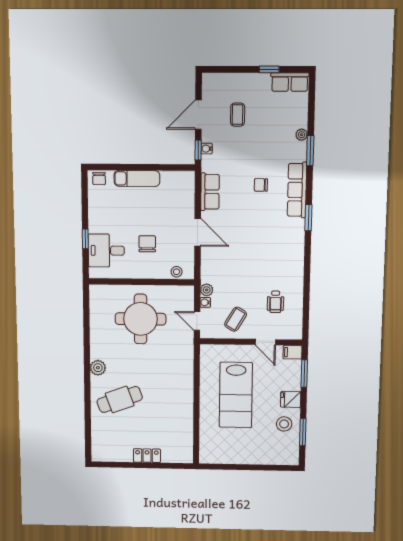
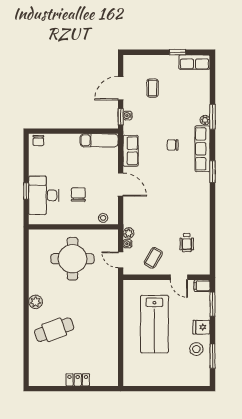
plant: (302, 135) -> (205, 120), moved
exam couch: (137, 178) -> (99, 140), moved
desk: (106, 251) -> (44, 195), width x1.37

